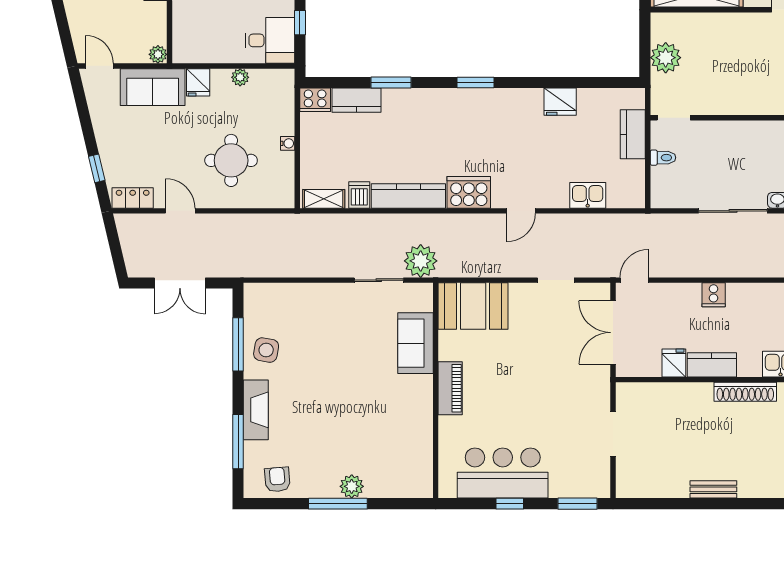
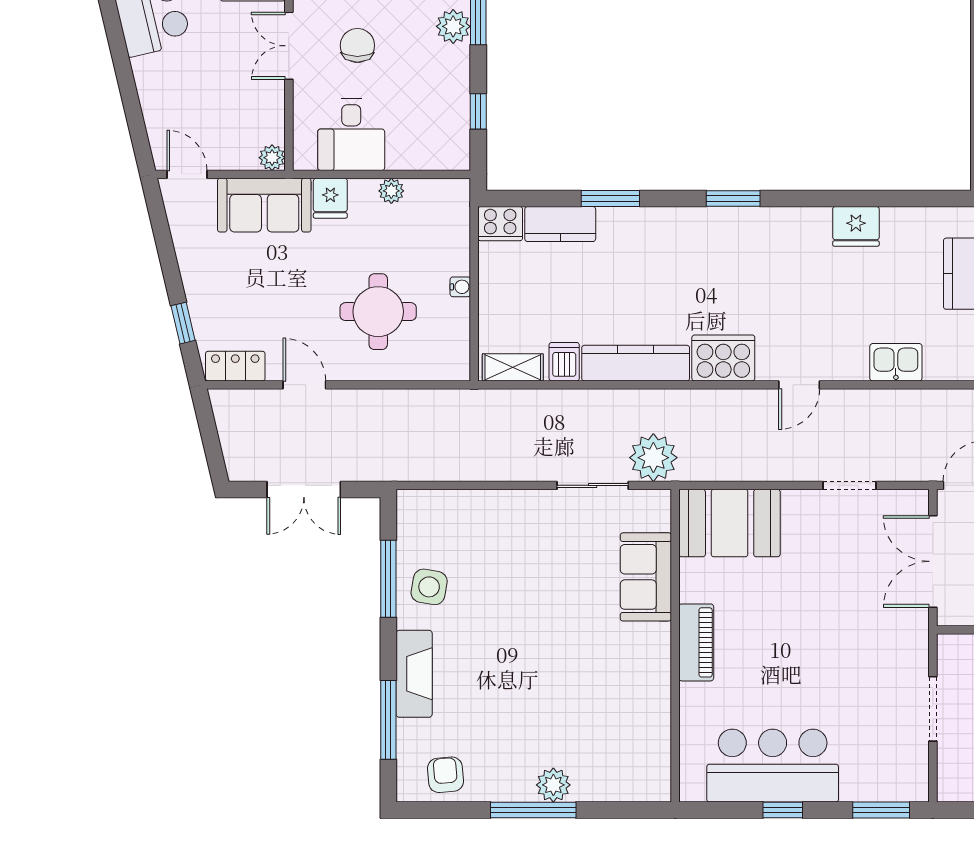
desk: (270, 40) -> (351, 135), moved, turned 90

